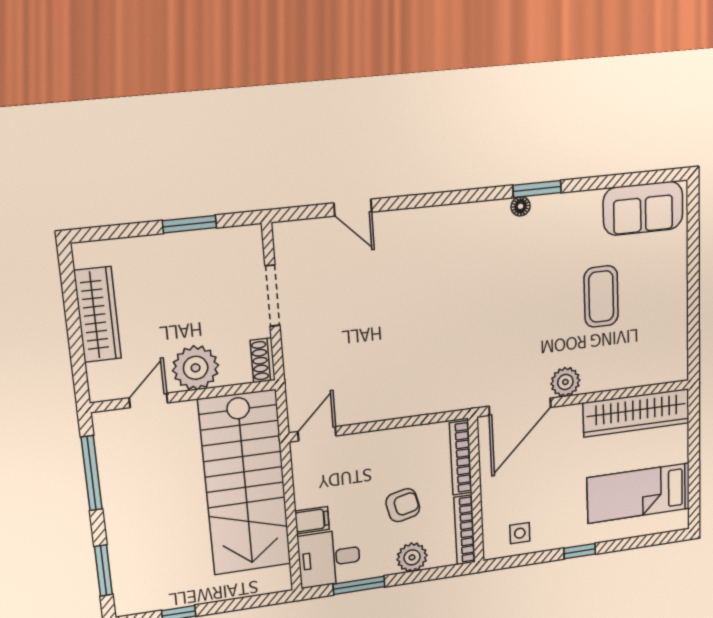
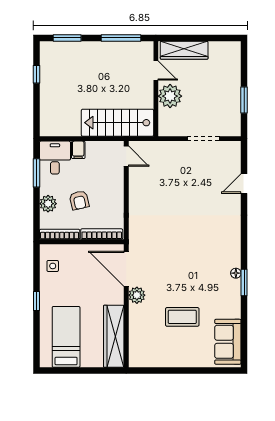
wardrobe: (98, 315) -> (184, 50), moved
shoe rack: (263, 360) -> (170, 131), removed
stairs: (245, 483) -> (117, 123), width x0.73, depth x0.66

